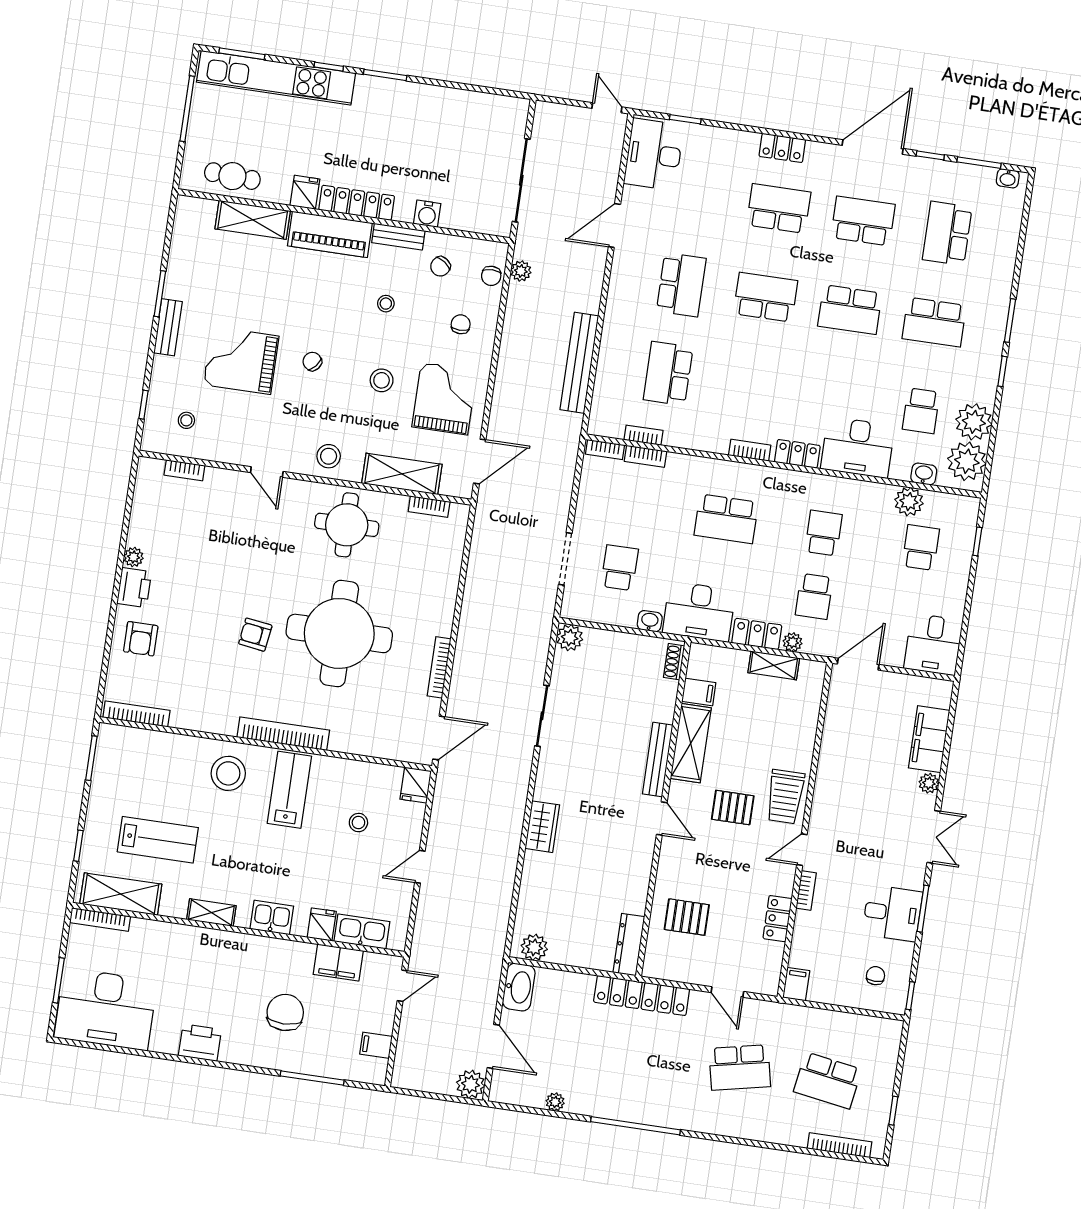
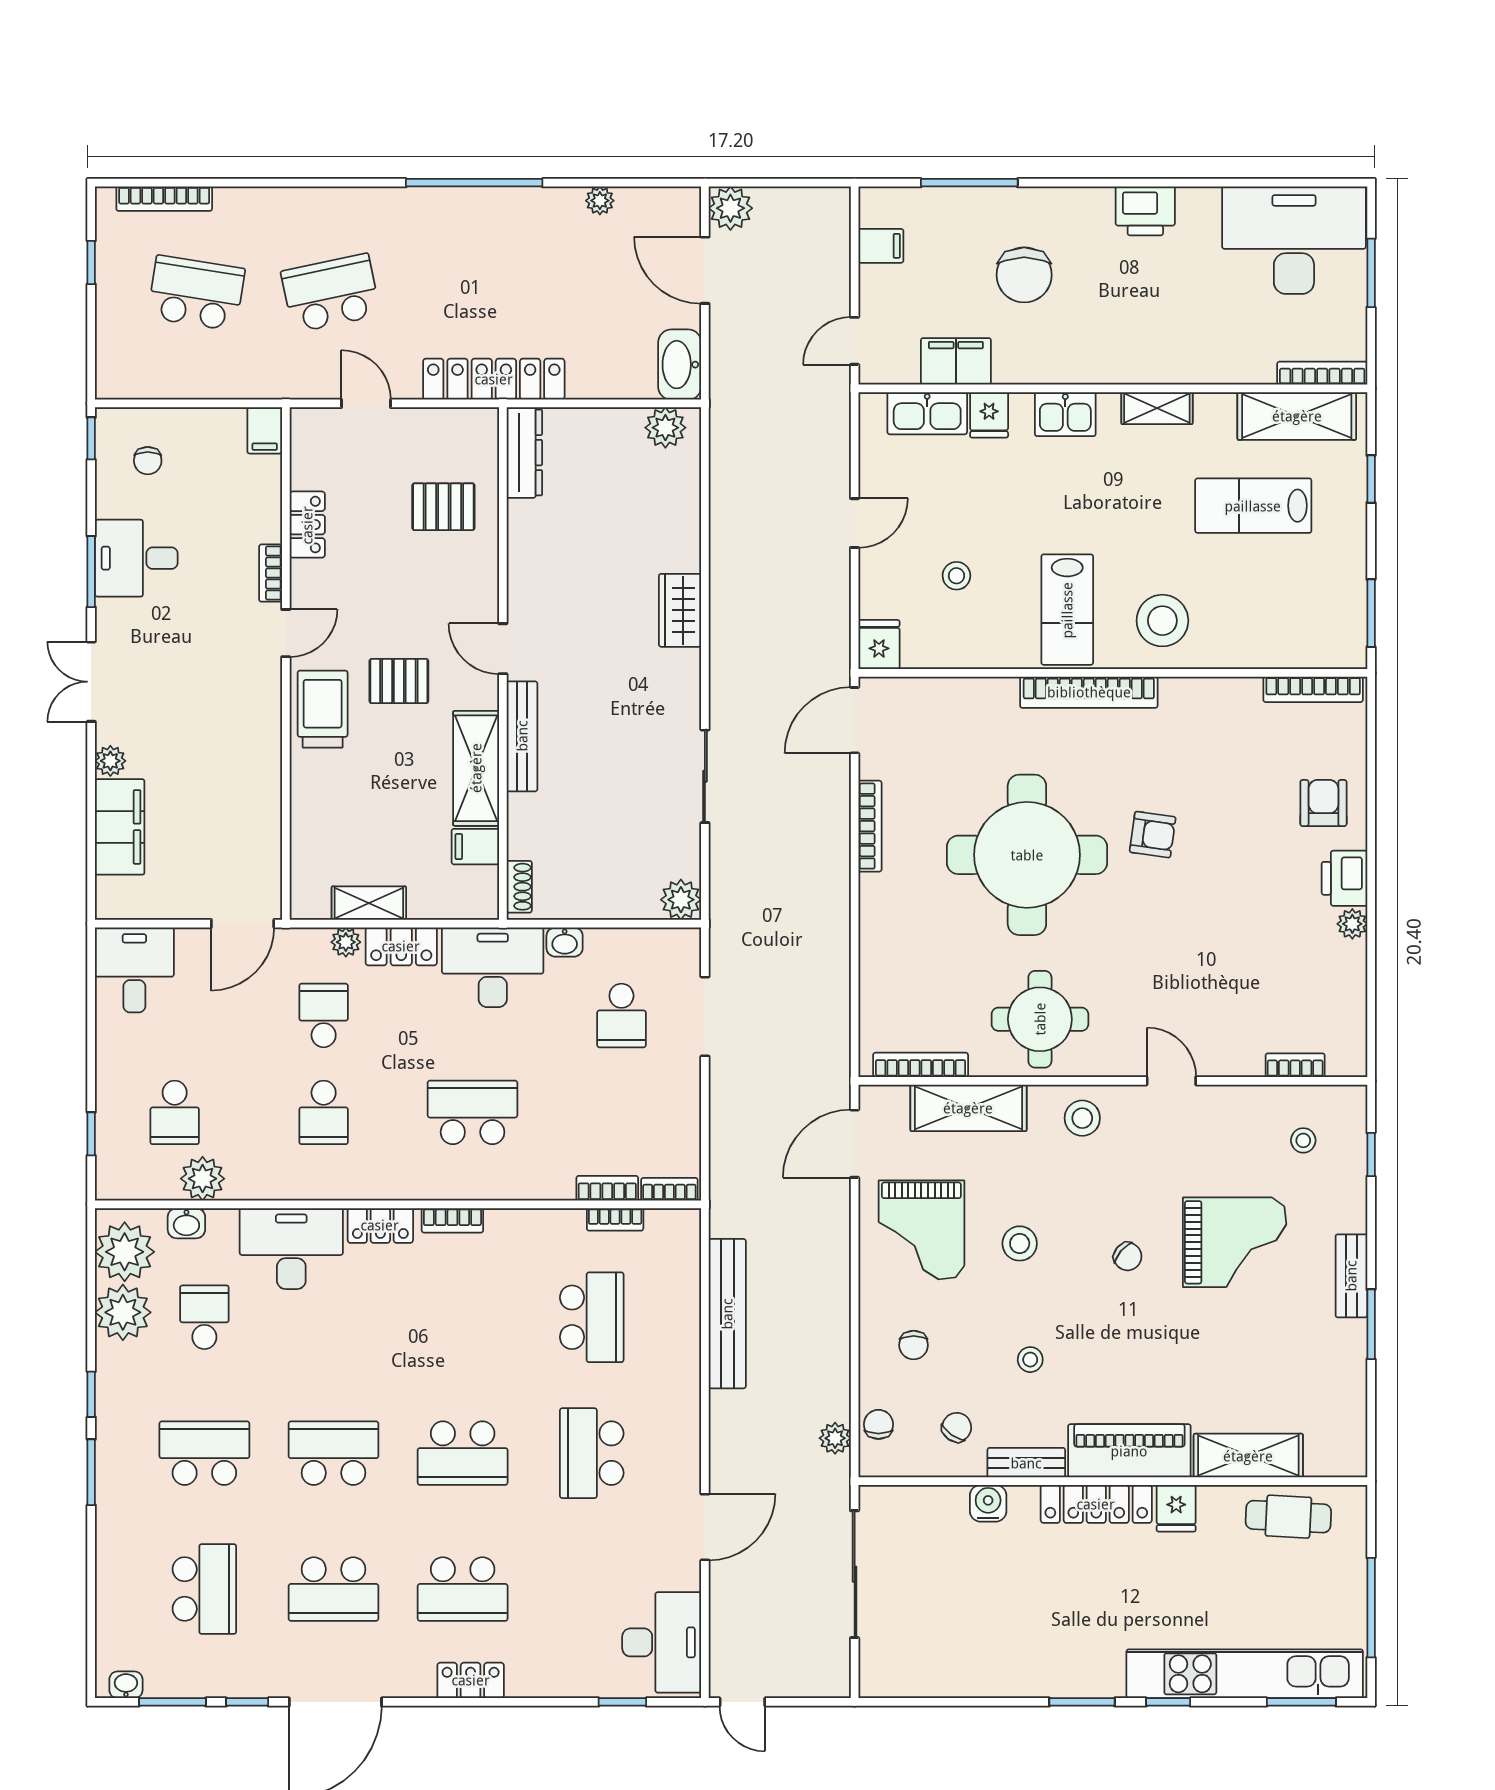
bookcase: (429, 507) -> (921, 1065), width x1.56

